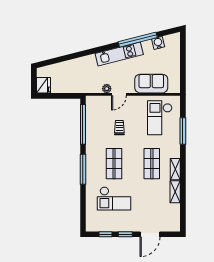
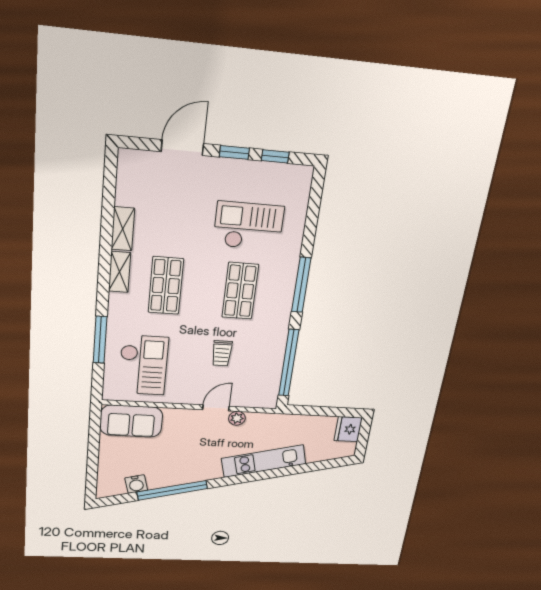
kitchen unit: (119, 54) -> (264, 461), moved
sofa: (151, 84) -> (131, 421), moved

